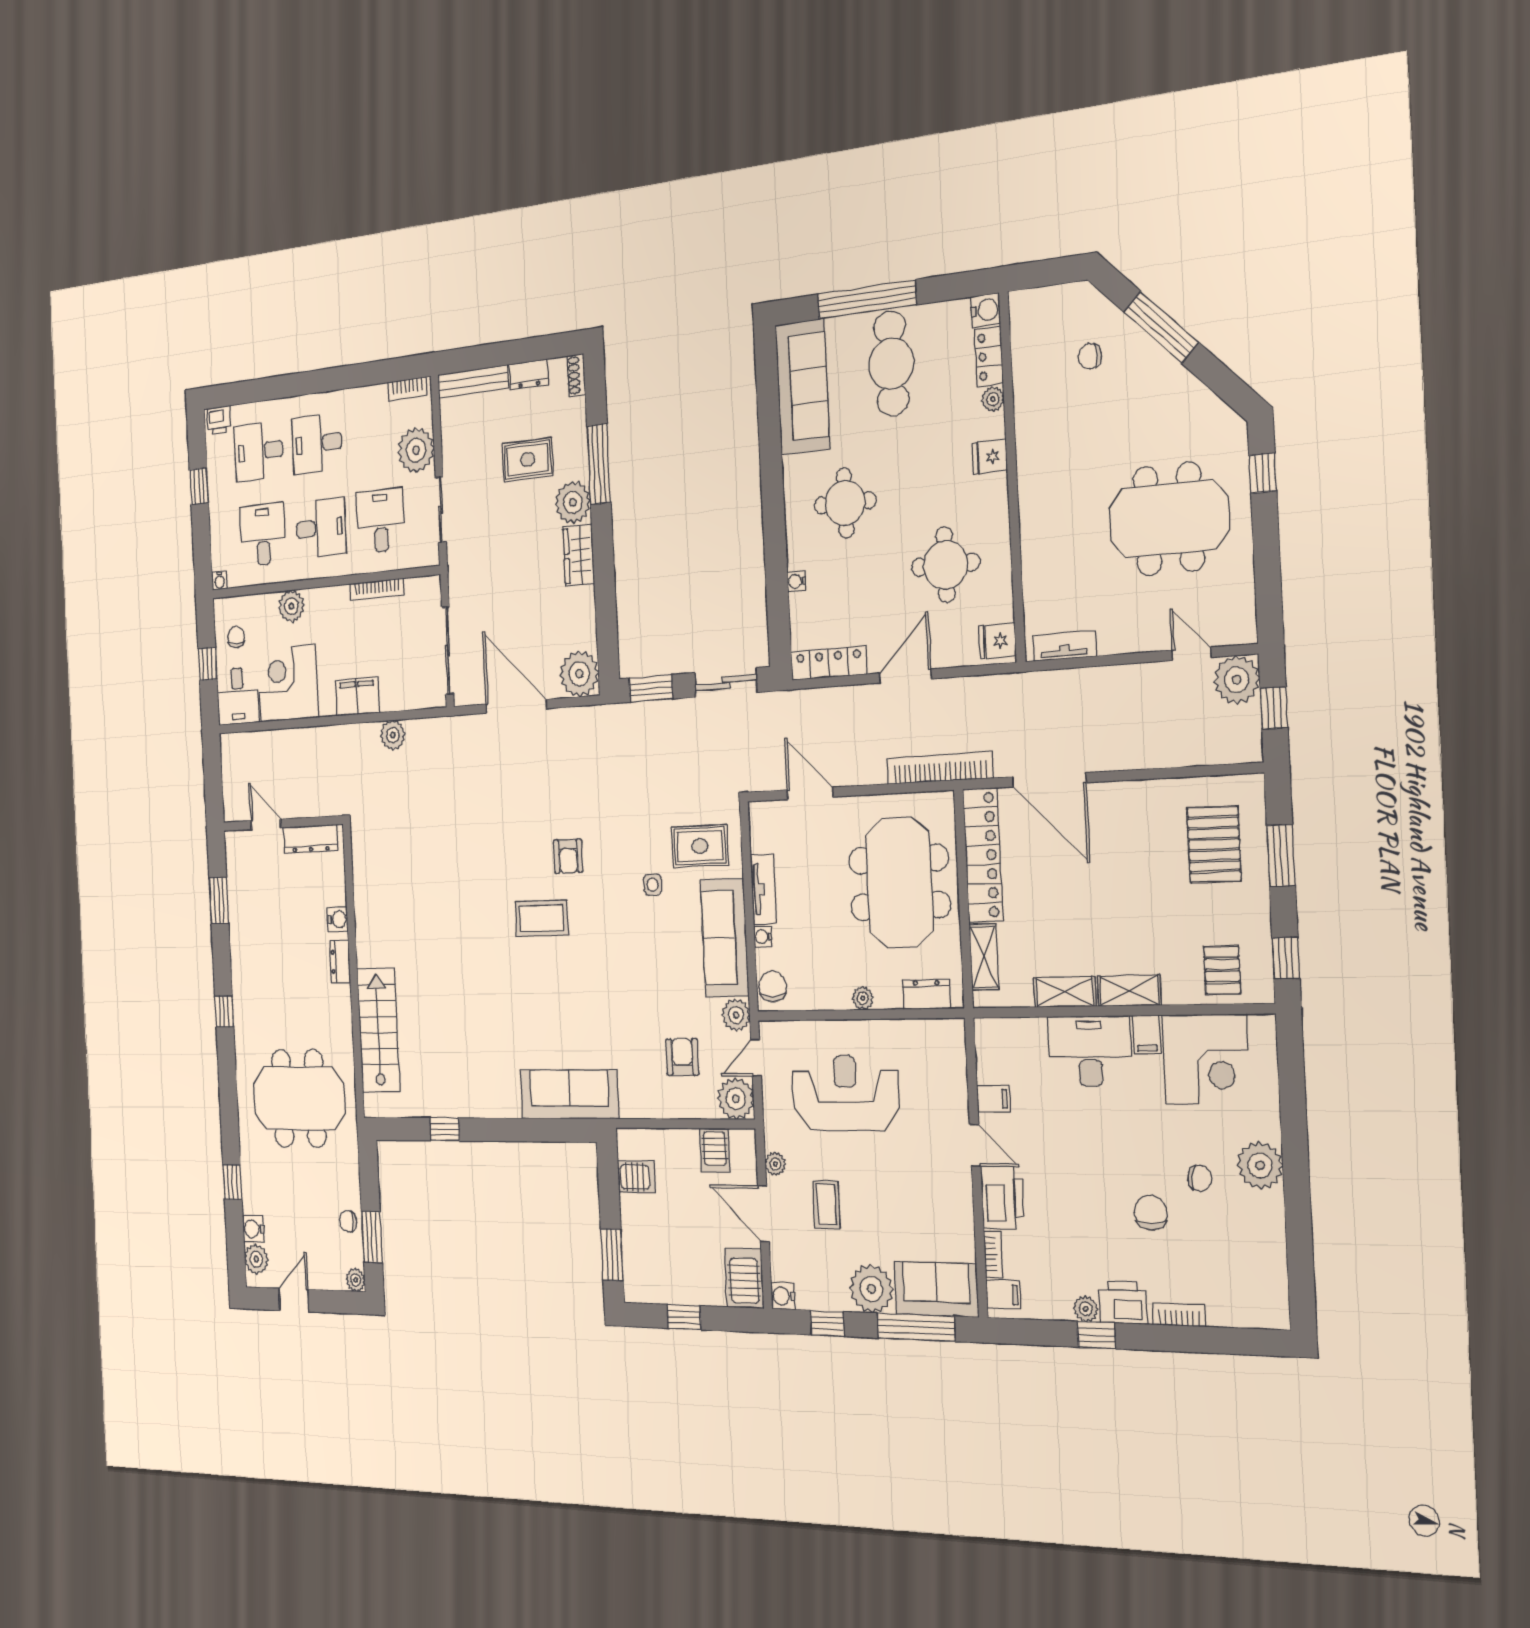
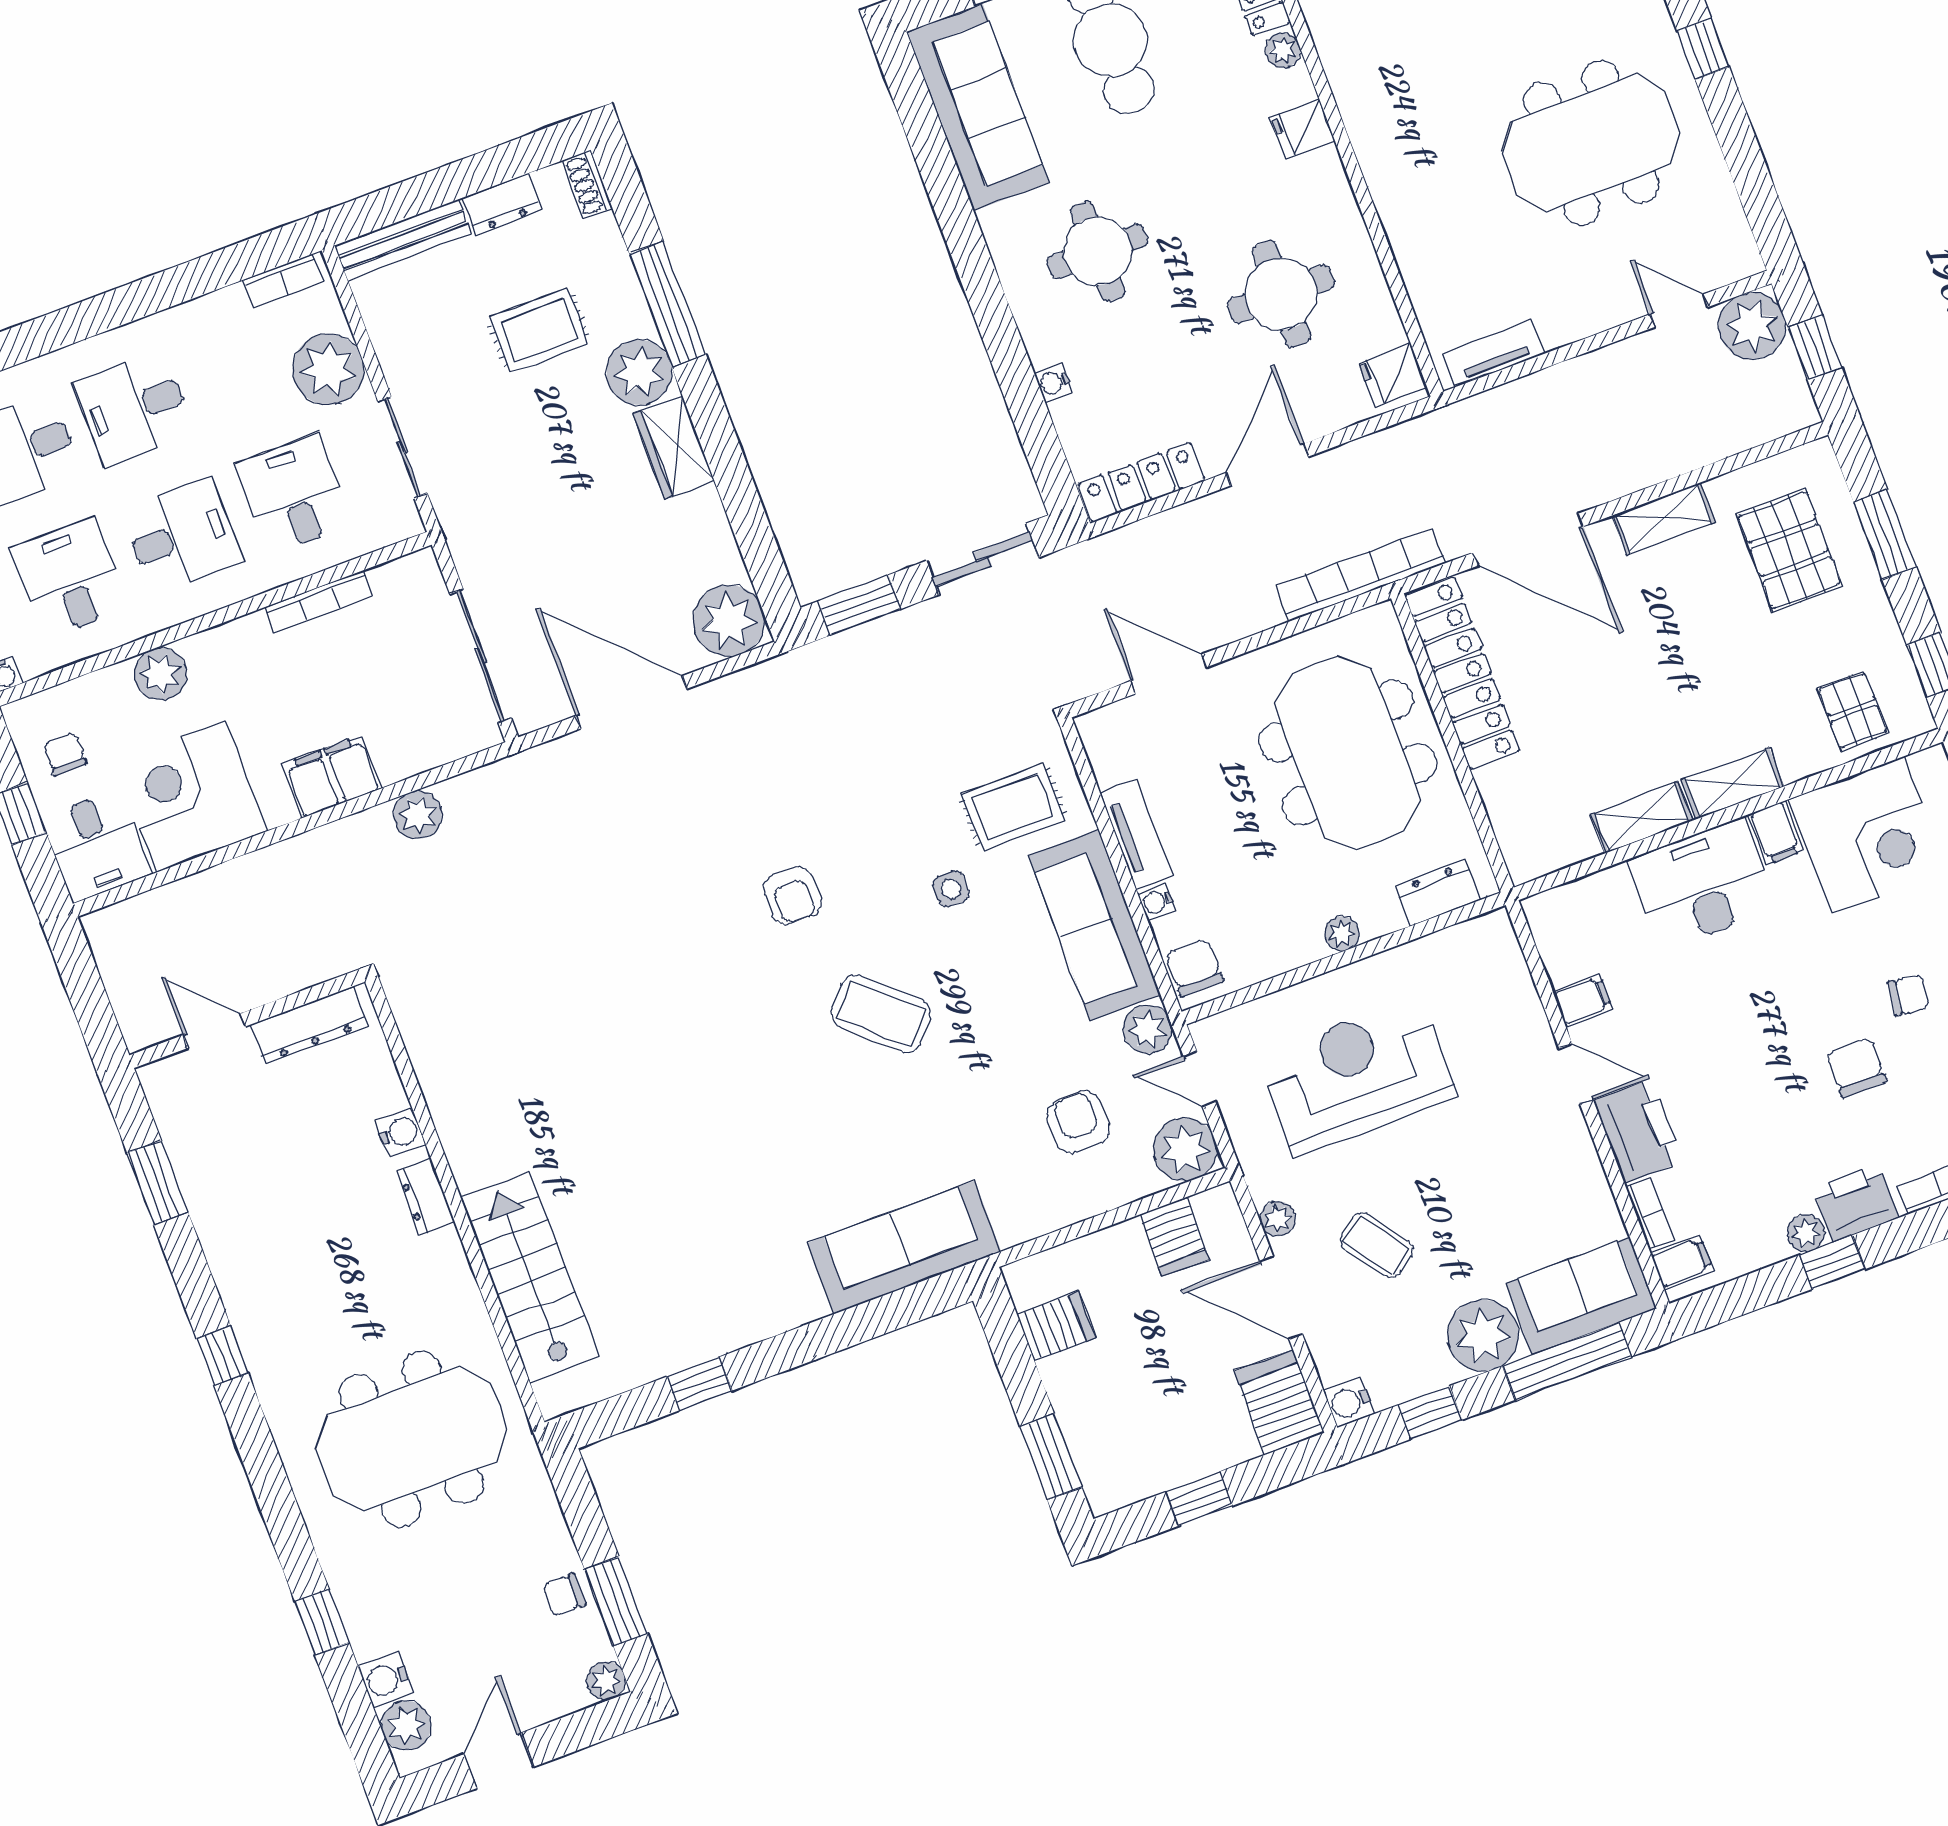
coffee table: (542, 918) -> (881, 1014), moved, turned 42
shelving: (984, 957) -> (1664, 519), moved, turned 90
door: (756, 1058) -> (1199, 1079), hinge flipped
coffee table: (827, 1205) -> (1376, 1245), turned -36

